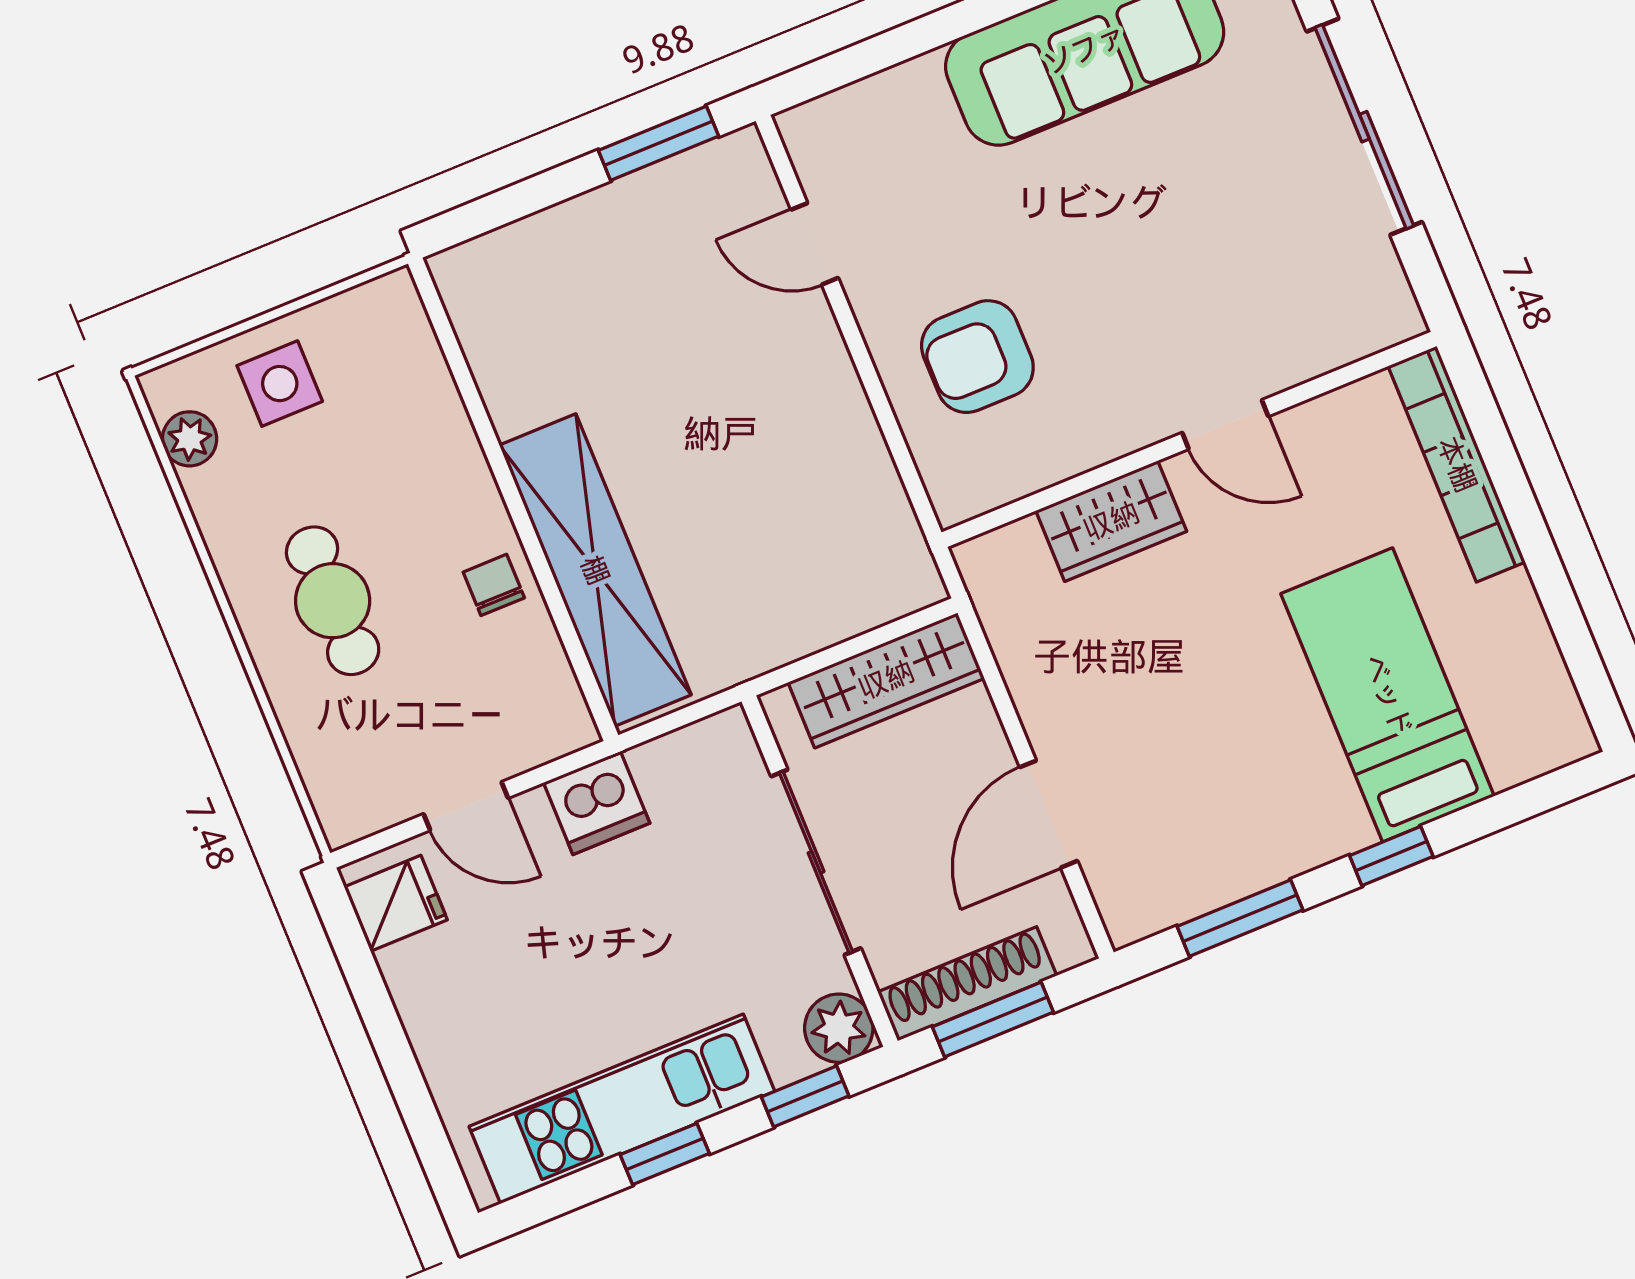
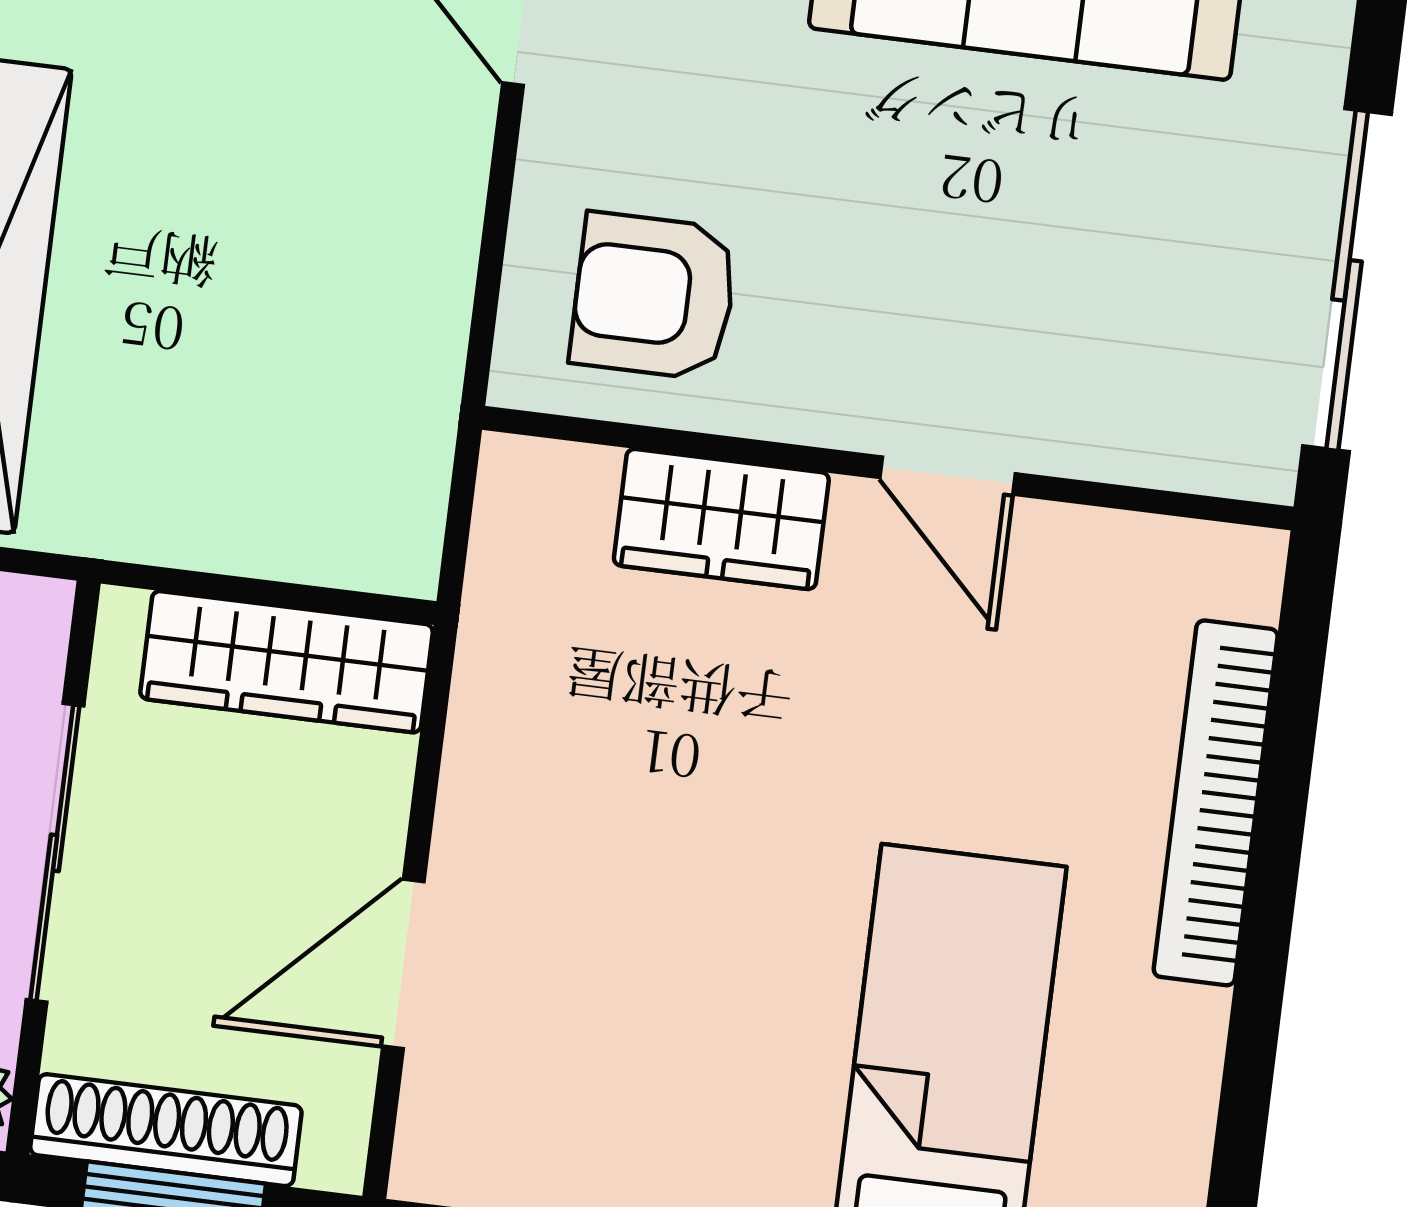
door: (1225, 425) -> (947, 476), moved
wall: (1189, 439) -> (888, 468), moved
wardrobe: (1111, 521) -> (721, 519), moved

